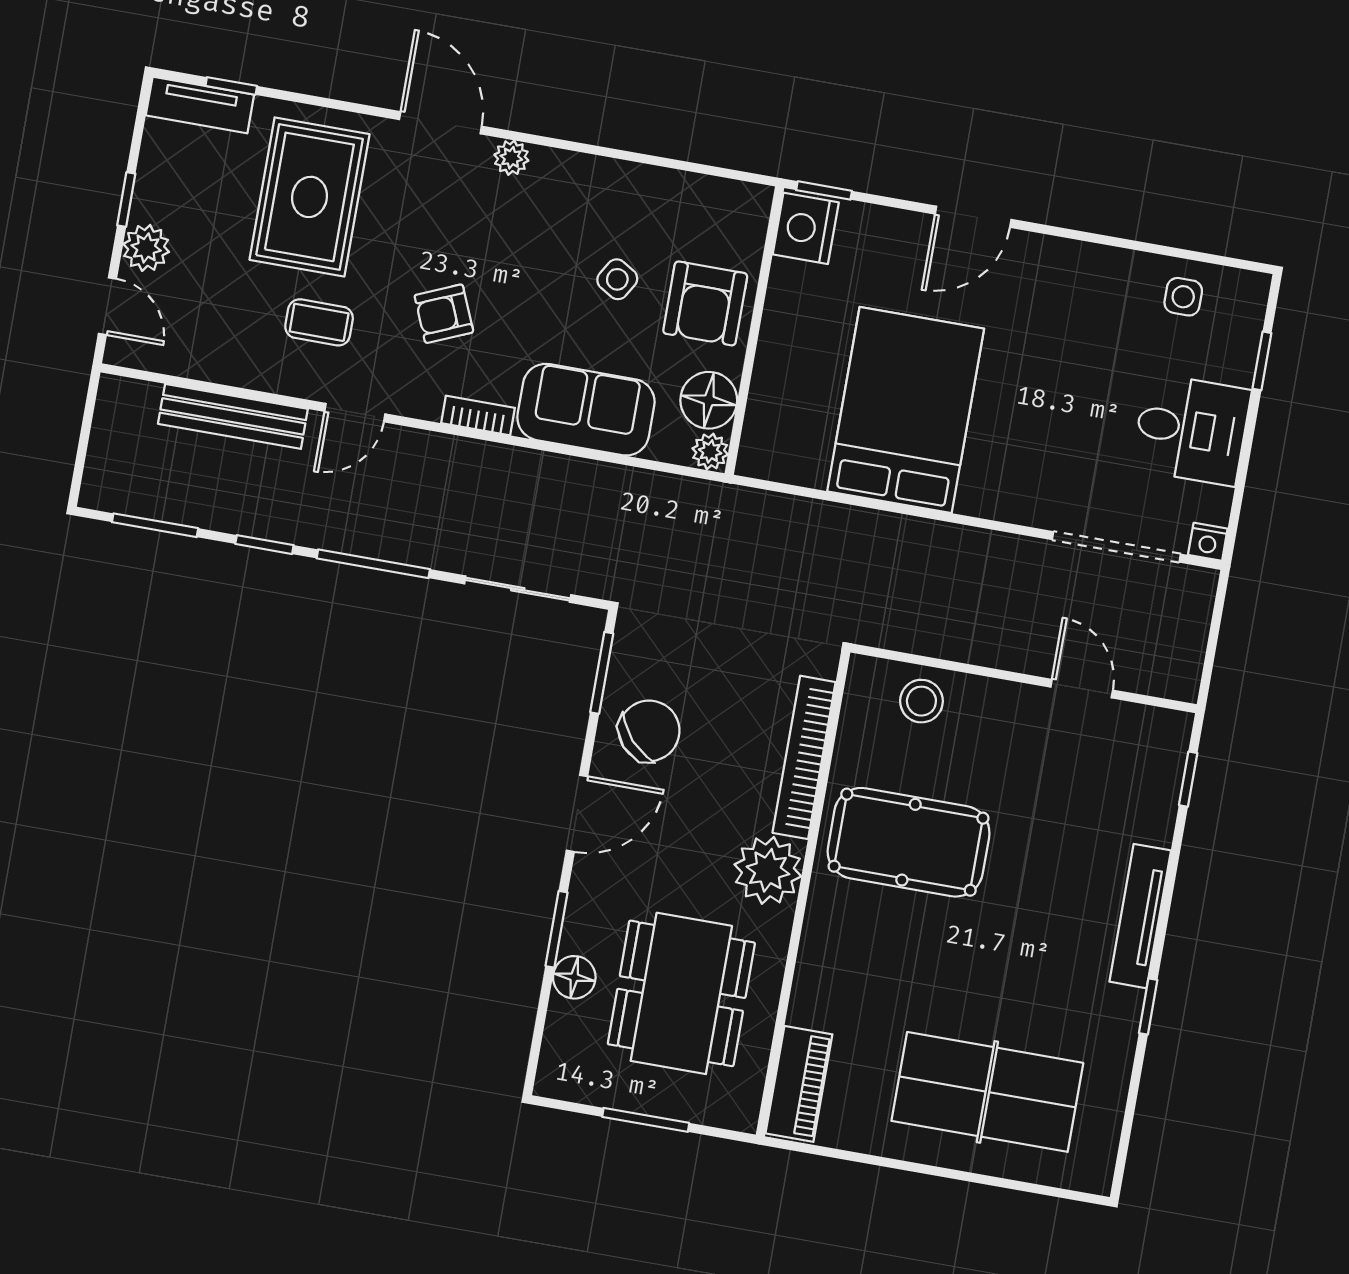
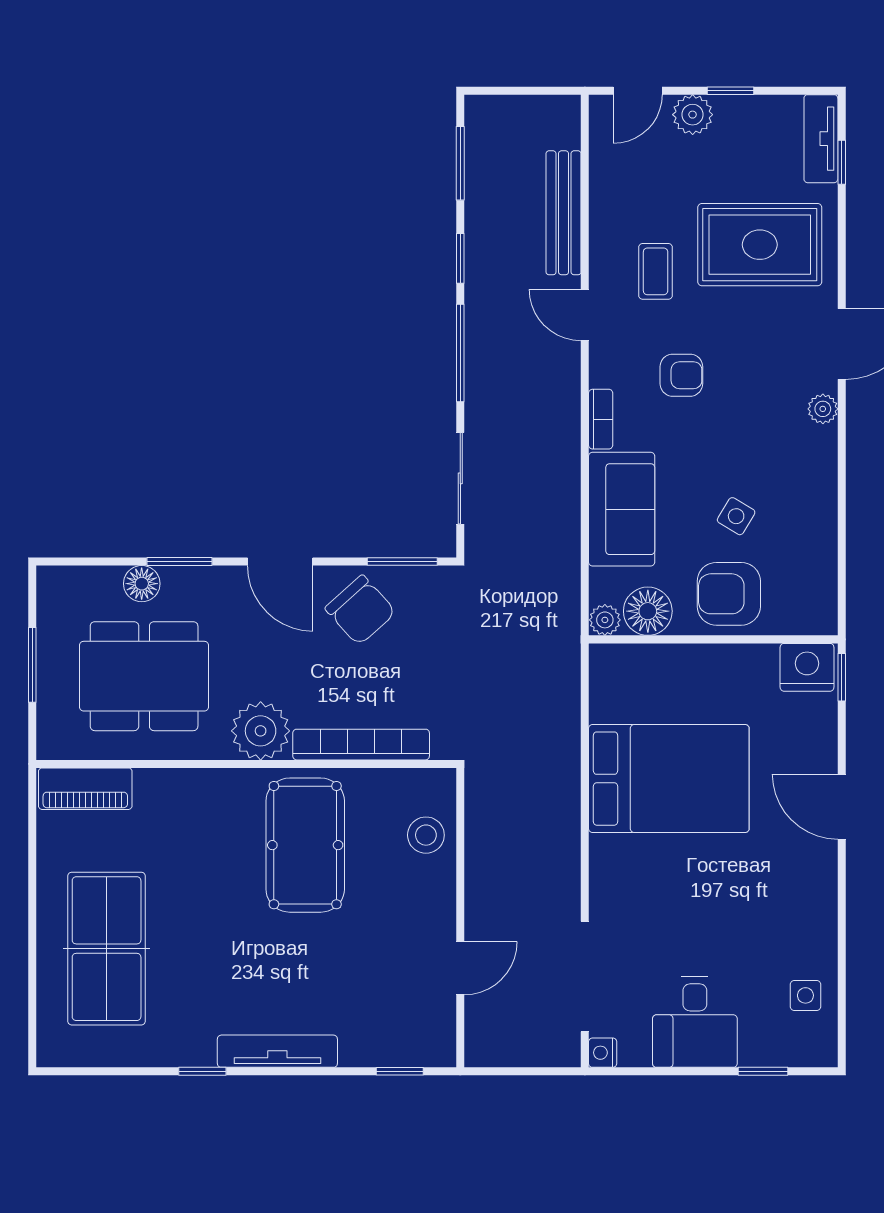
armchair: (444, 314) -> (681, 375), turned 113

